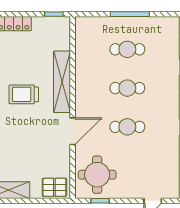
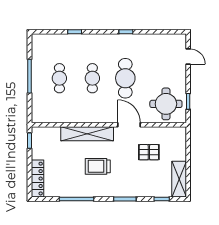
trolley: (24, 94) -> (98, 166), turned 90
cafe table: (127, 127) -> (125, 78), width x1.37, depth x1.35
pallet: (54, 187) -> (149, 152), moved, turned 90

